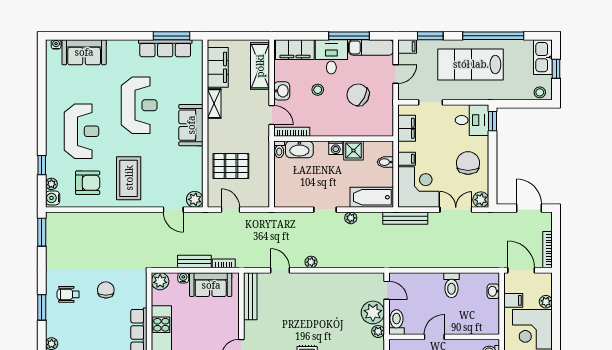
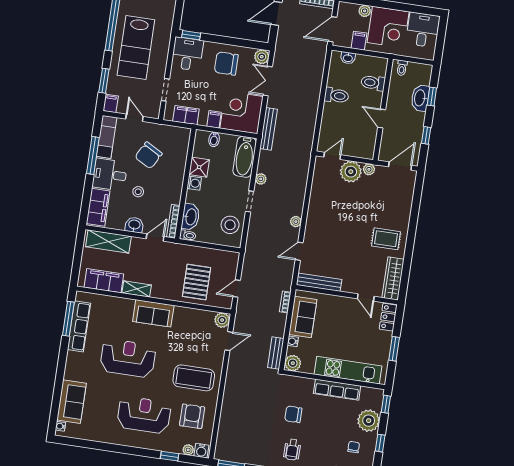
stool: (297, 193) -> (230, 225), added
bench: (194, 262) -> (276, 353), moved
toilet: (396, 322) -> (373, 83), moved

